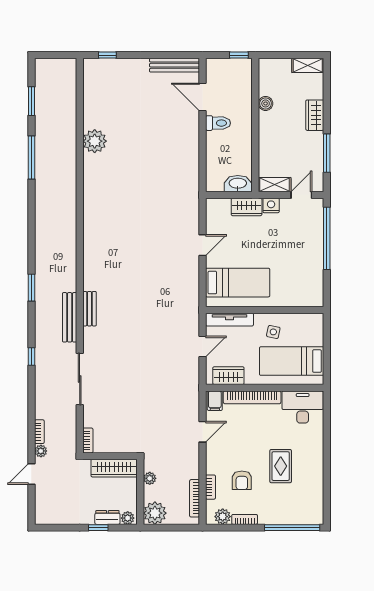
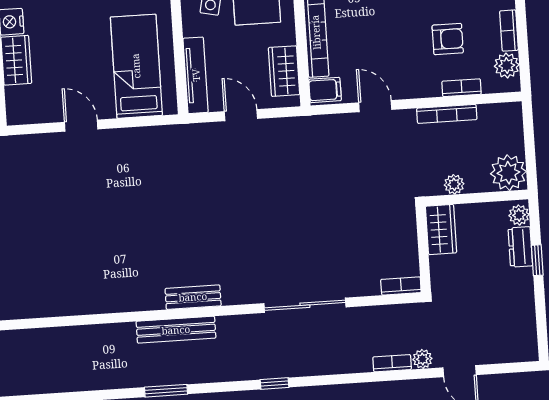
bench: (70, 317) -> (176, 330), moved
wardrobe: (114, 468) -> (441, 229), width x0.67
bookcase: (195, 498) -> (447, 114), moved

